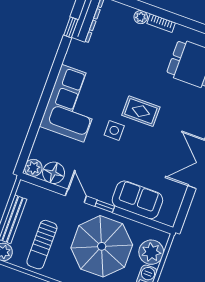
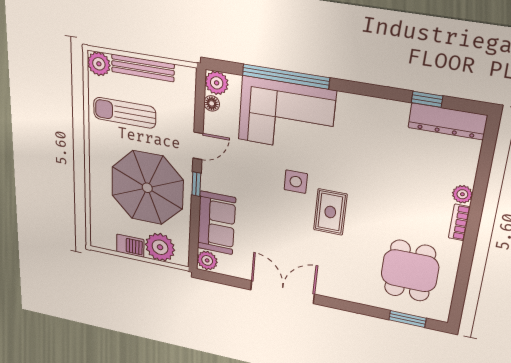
corner sofa: (73, 103) -> (286, 115), moved
window: (38, 118) -> (286, 76), added
floor lamp: (54, 173) -> (212, 103), width x0.53, depth x0.53
plant: (167, 217) -> (207, 260), added

